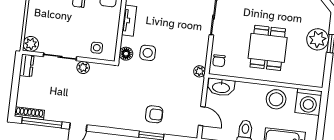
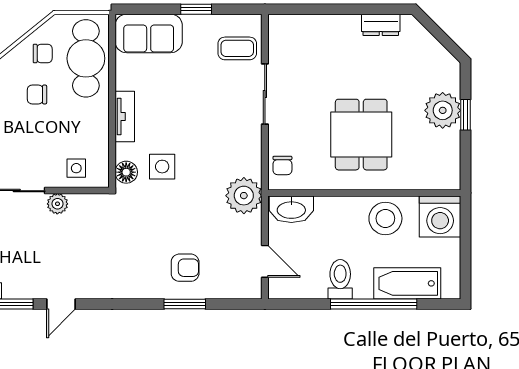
plant: (200, 71) -> (244, 196), width x1.88, depth x1.88

